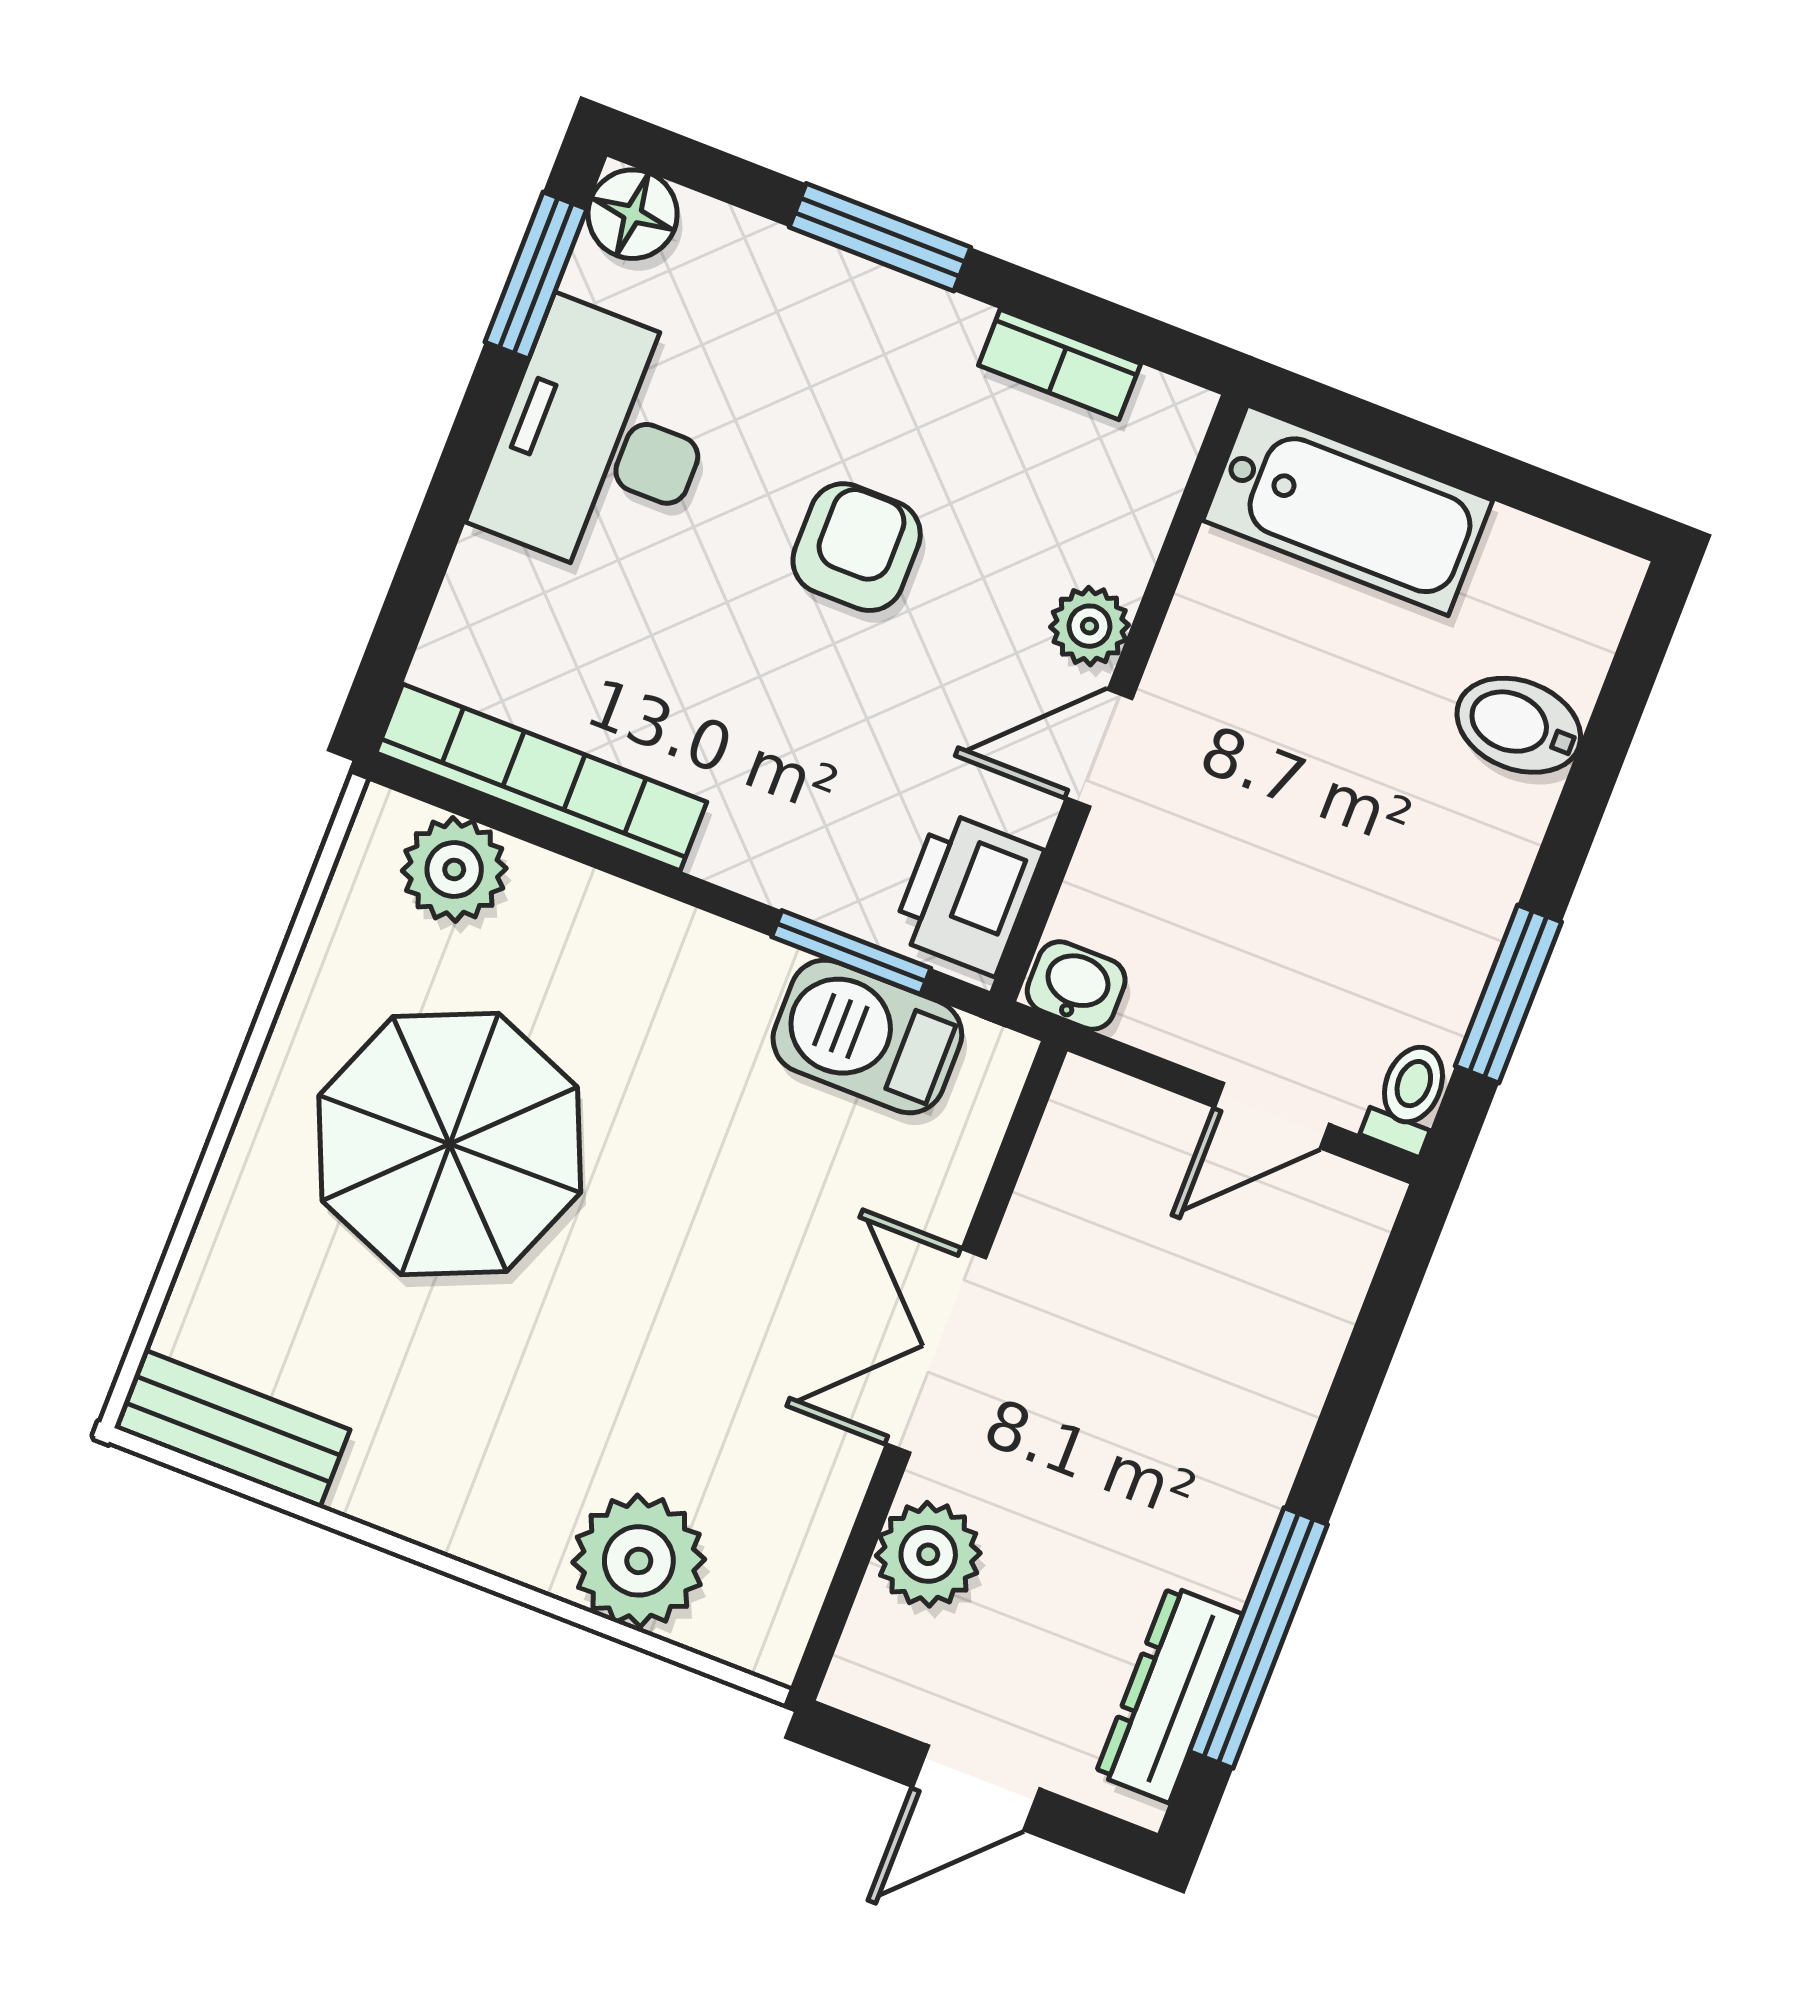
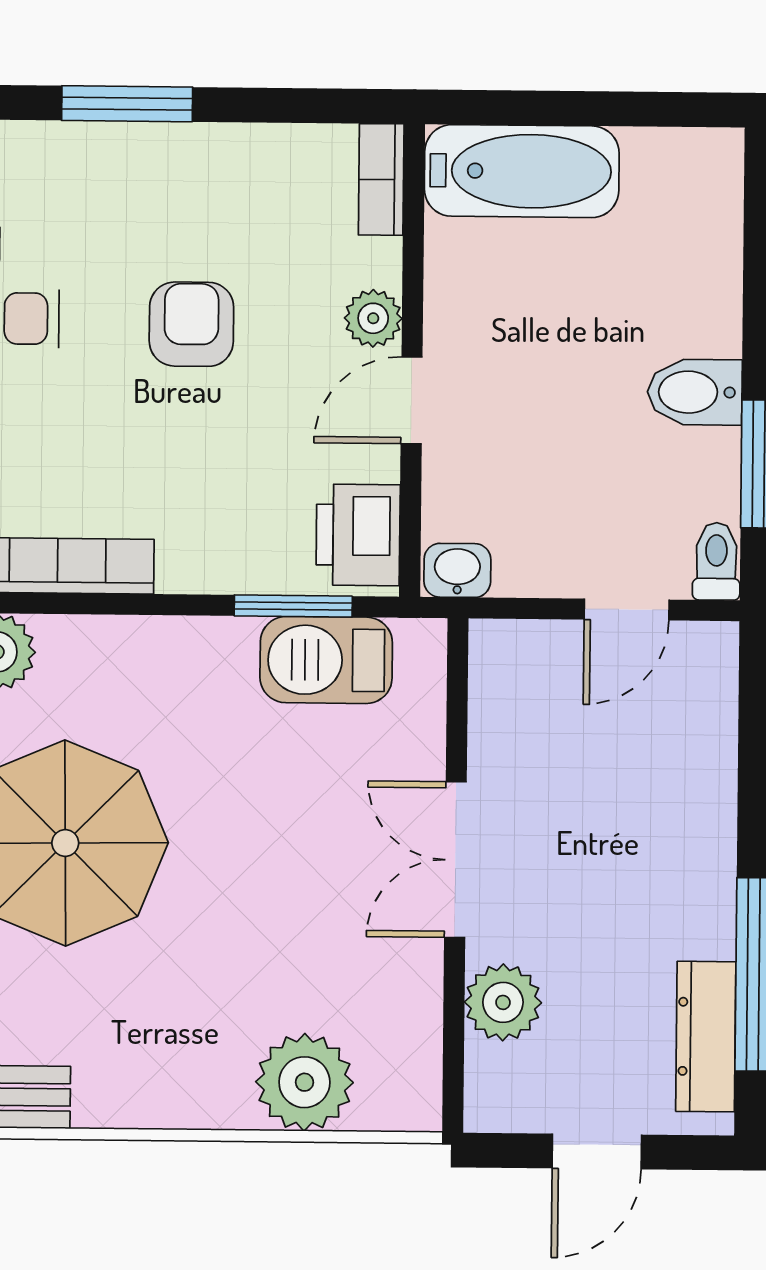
bookcase: (1060, 364) -> (381, 179), moved, turned 90
bidet: (1519, 725) -> (695, 392), moved

